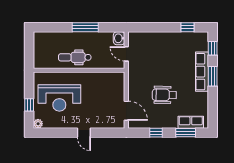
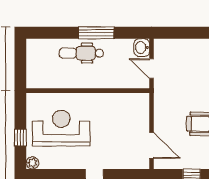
dental chair: (75, 57) -> (81, 53), moved
reception desk: (59, 98) -> (61, 128), turned 180

